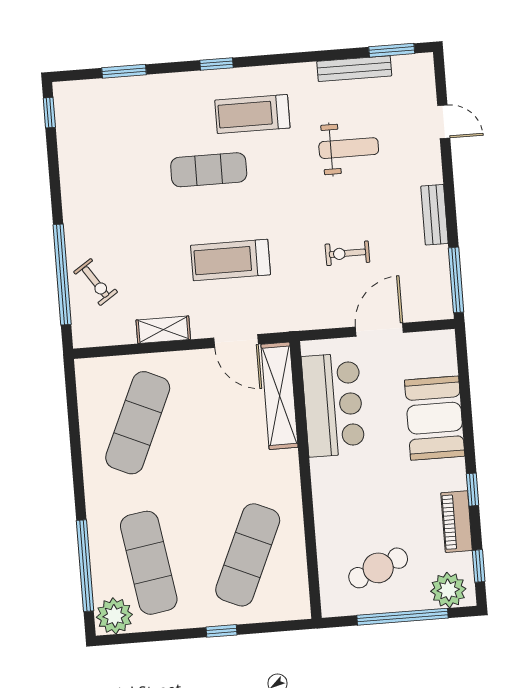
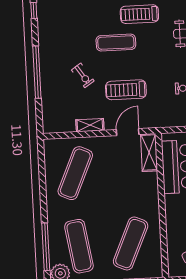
window: (62, 274) -> (37, 72), moved
exercise bike: (96, 282) -> (83, 75), moved
door: (236, 341) -> (128, 132), swing flipped
shelving: (280, 396) -> (149, 152), width x0.68

